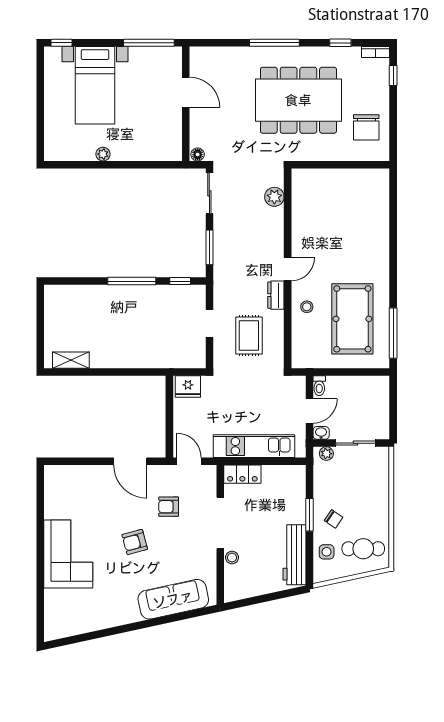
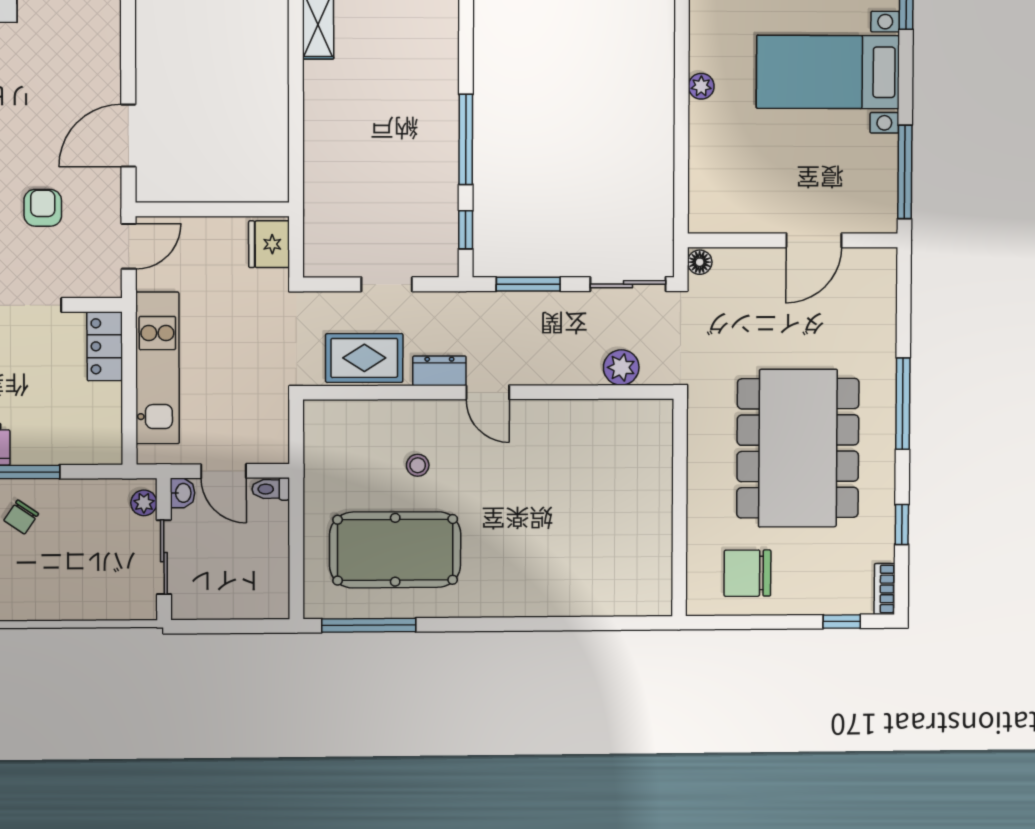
plant: (274, 197) -> (621, 367), moved
wall: (288, 268) -> (489, 392), moved
door: (288, 269) -> (488, 392), moved
dresser: (276, 295) -> (439, 371), moved

